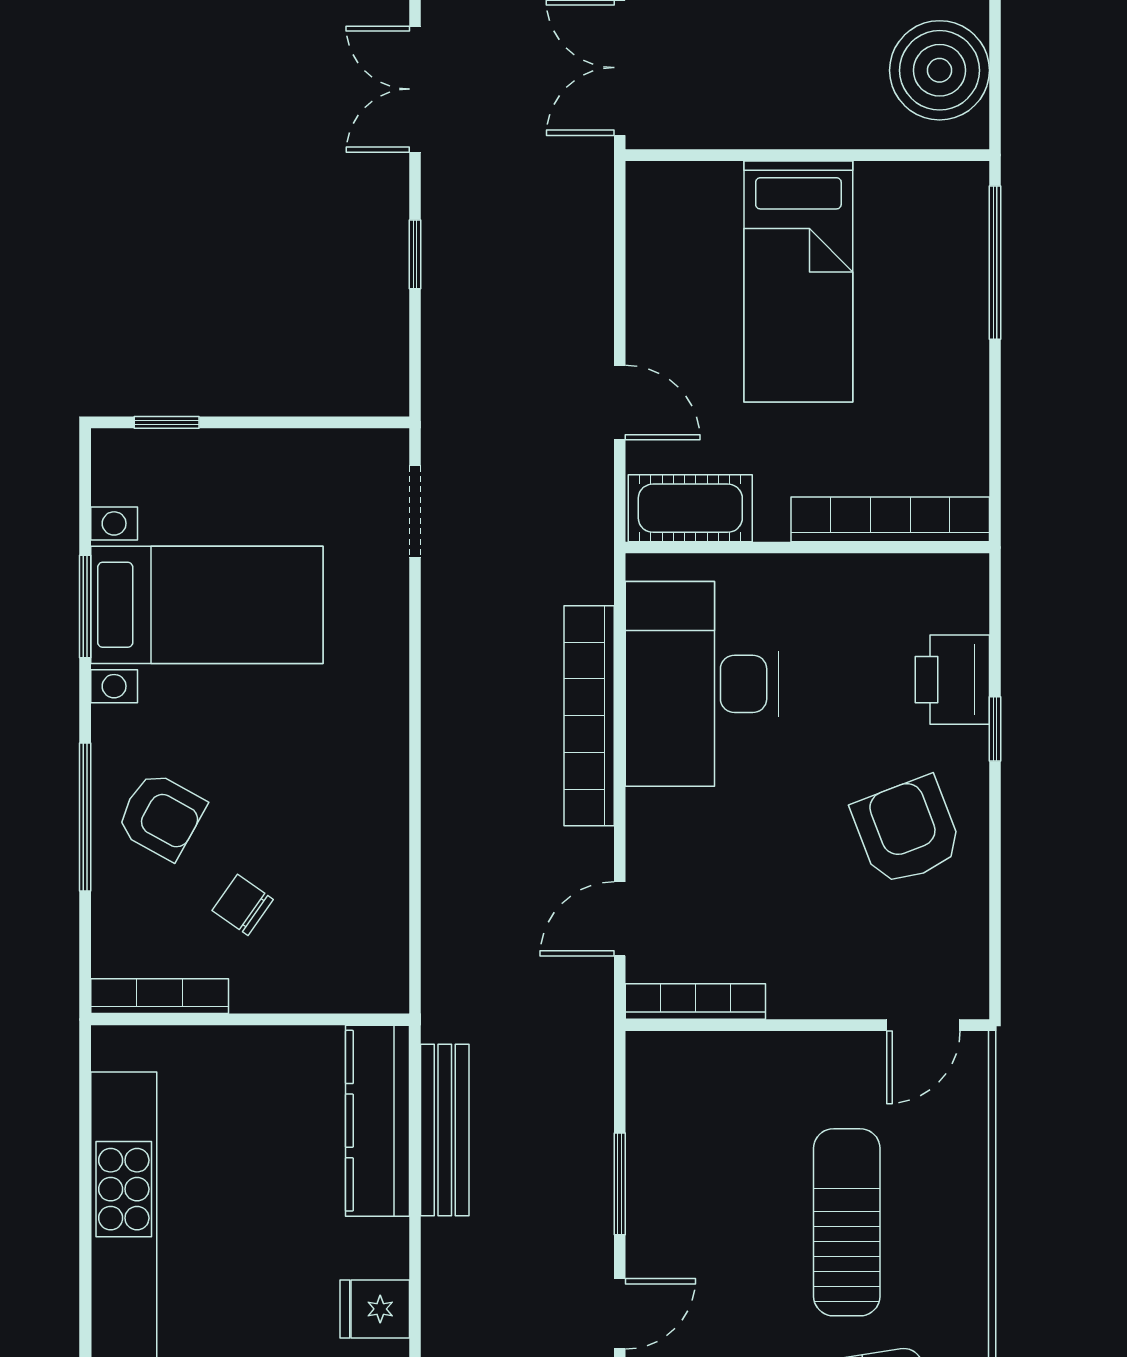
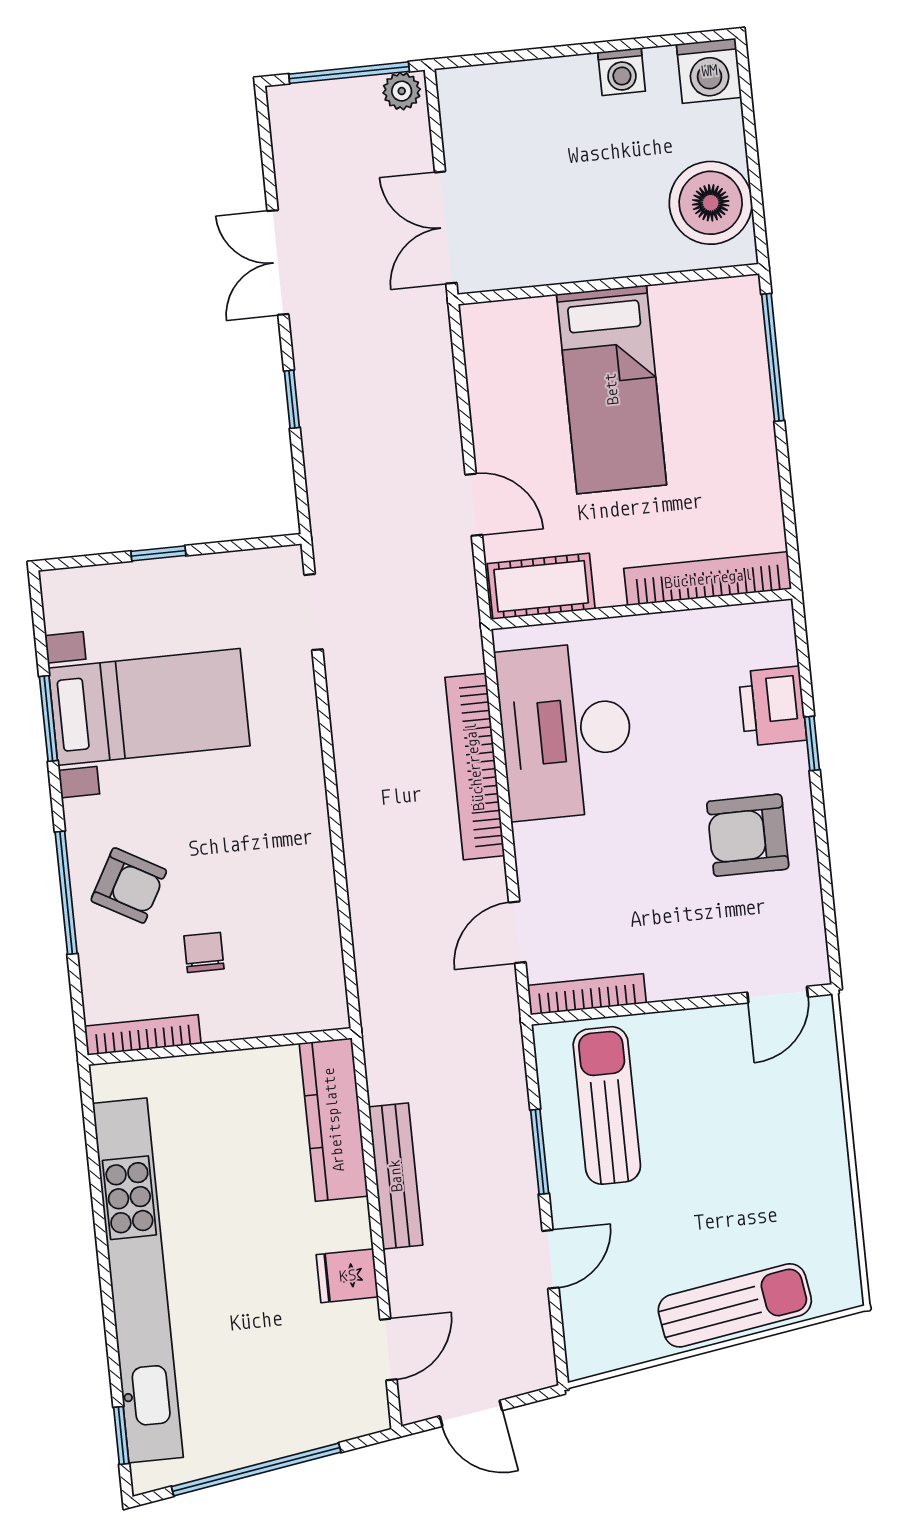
window: (167, 422) -> (158, 553), moved
armchair: (907, 831) -> (748, 835), turned -69
chair: (243, 905) -> (204, 952), turned 55
bench: (445, 1130) -> (396, 1176), moved
sun lounger: (847, 1222) -> (607, 1105), moved

